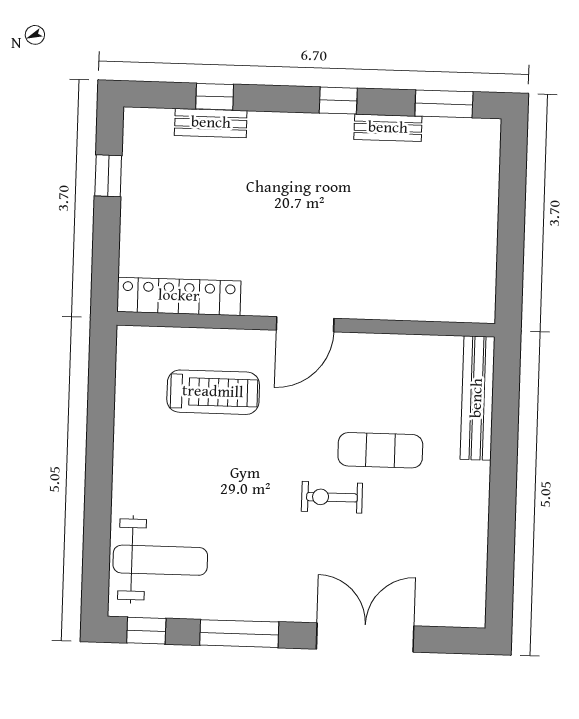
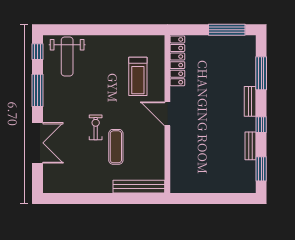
window: (215, 97) -> (261, 73), width x2.17
bench: (211, 123) -> (250, 101), moved
window: (108, 176) -> (227, 30), width x2.17

